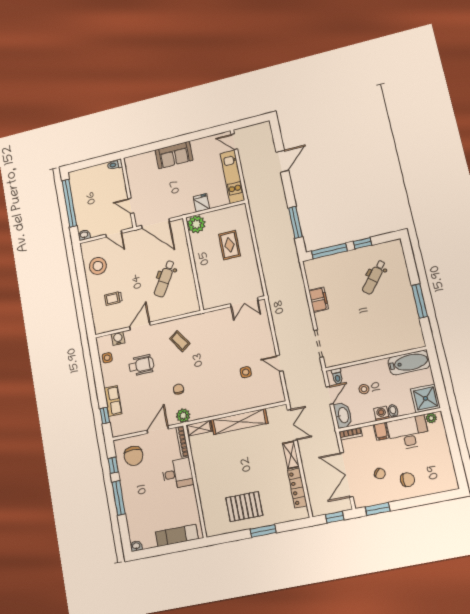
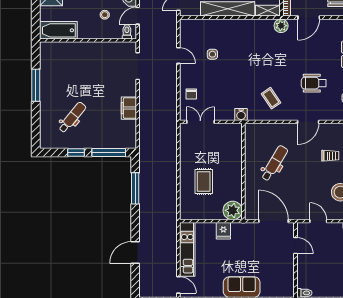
water cooler: (118, 338) -> (241, 115), moved
chair: (179, 389) -> (191, 94), moved

